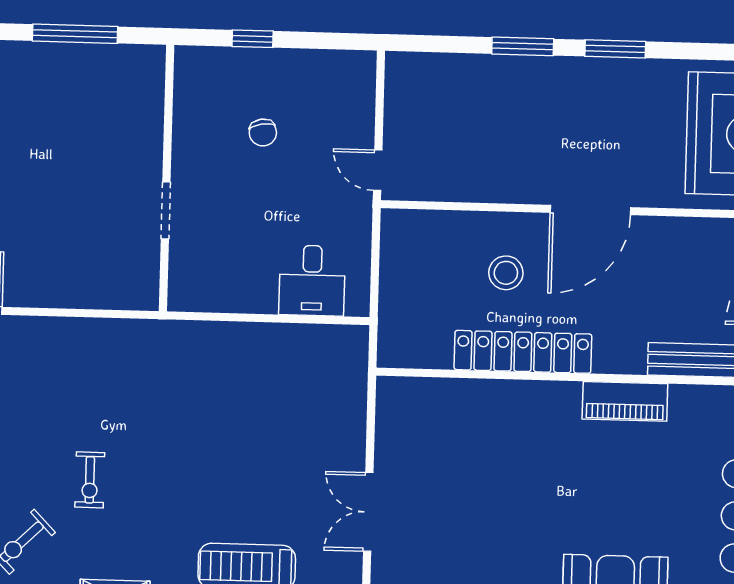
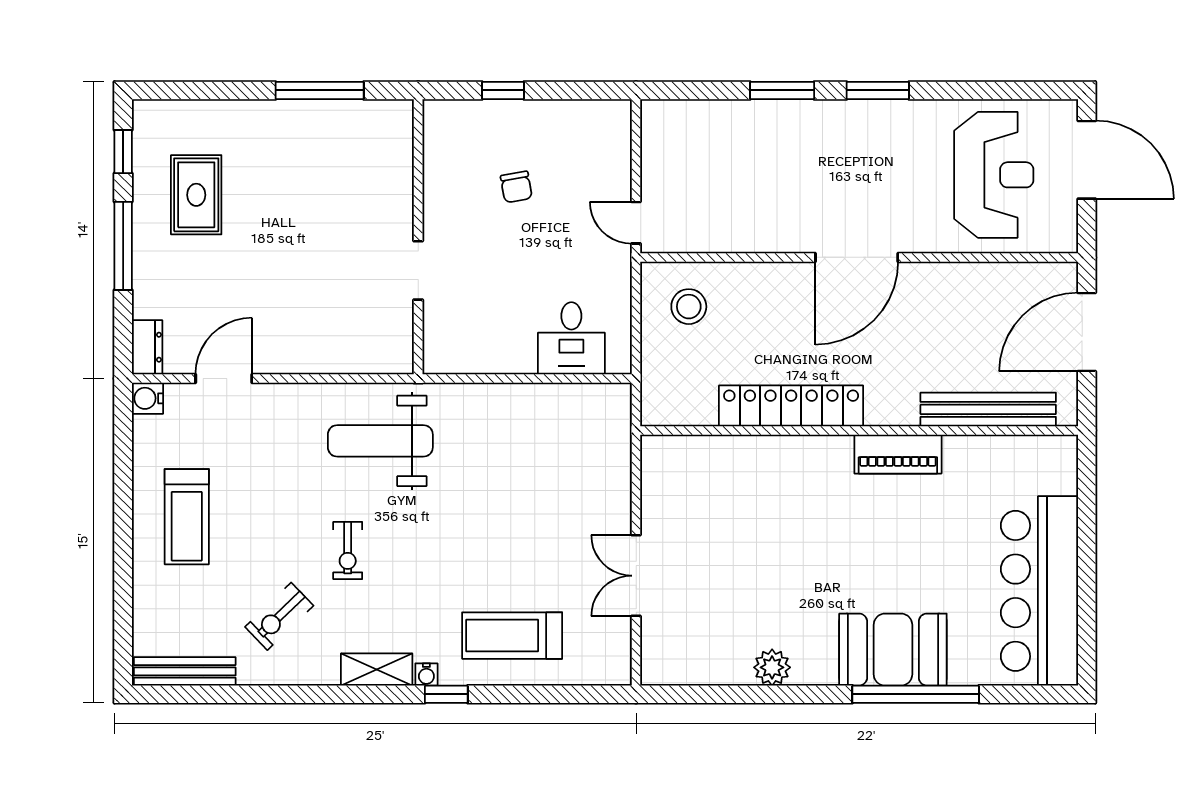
stool: (506, 273) -> (689, 307), moved
weight bench: (124, 375) -> (380, 441), added

